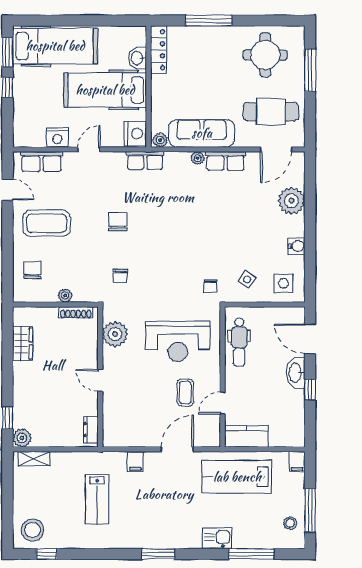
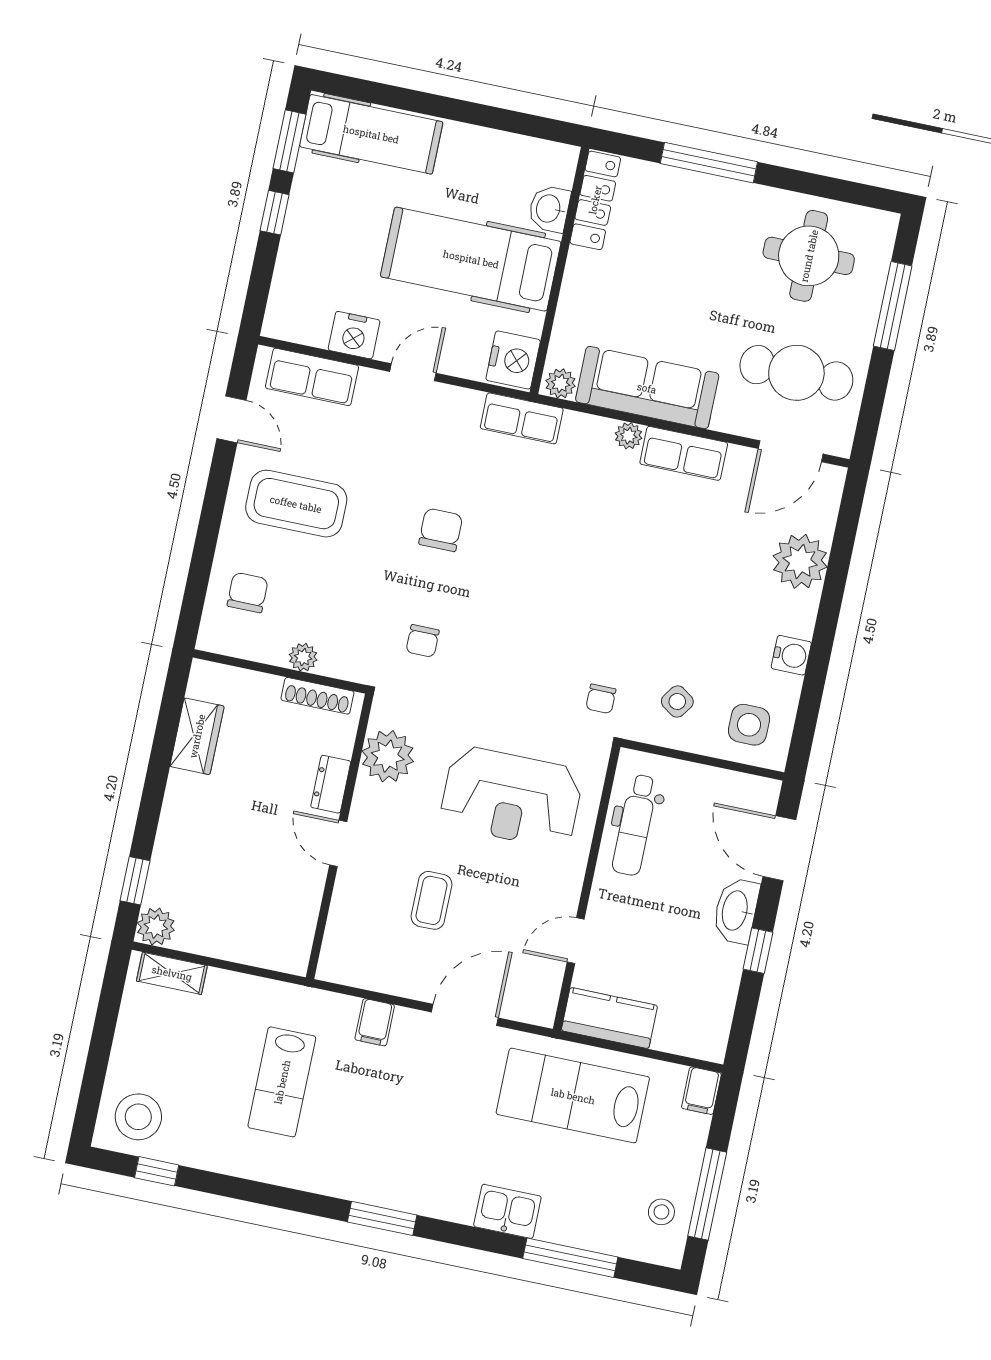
hospital bed: (55, 46) -> (371, 134), width x0.73, depth x0.78
coffee table: (185, 392) -> (431, 900), moved
dresser: (91, 429) -> (331, 784), moved

